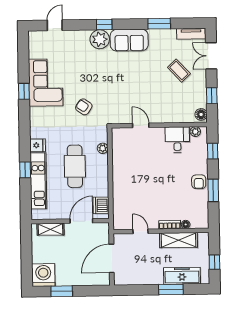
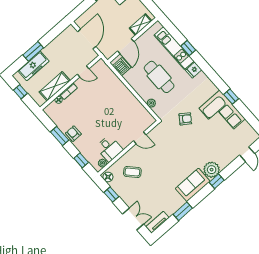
coffee table: (179, 71) -> (132, 172), moved

